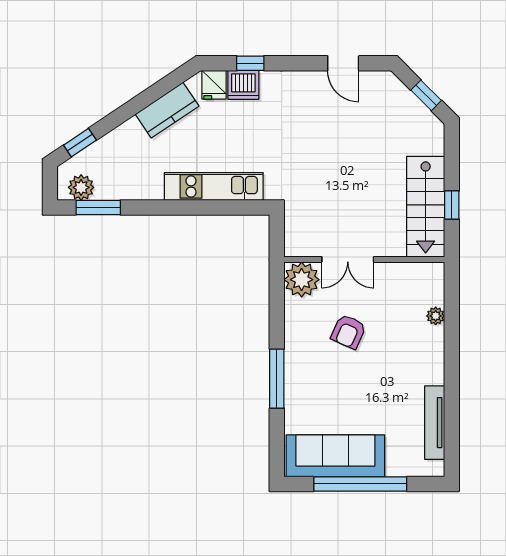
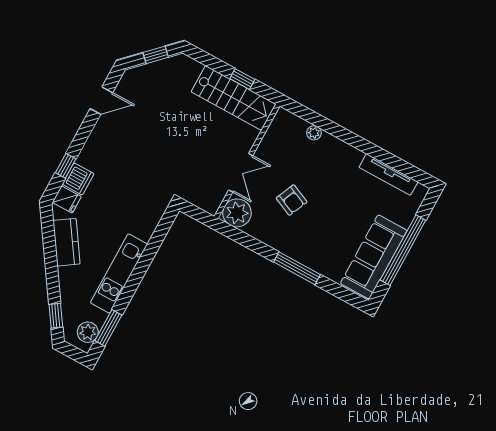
kitchen unit: (214, 186) -> (119, 273), moved

